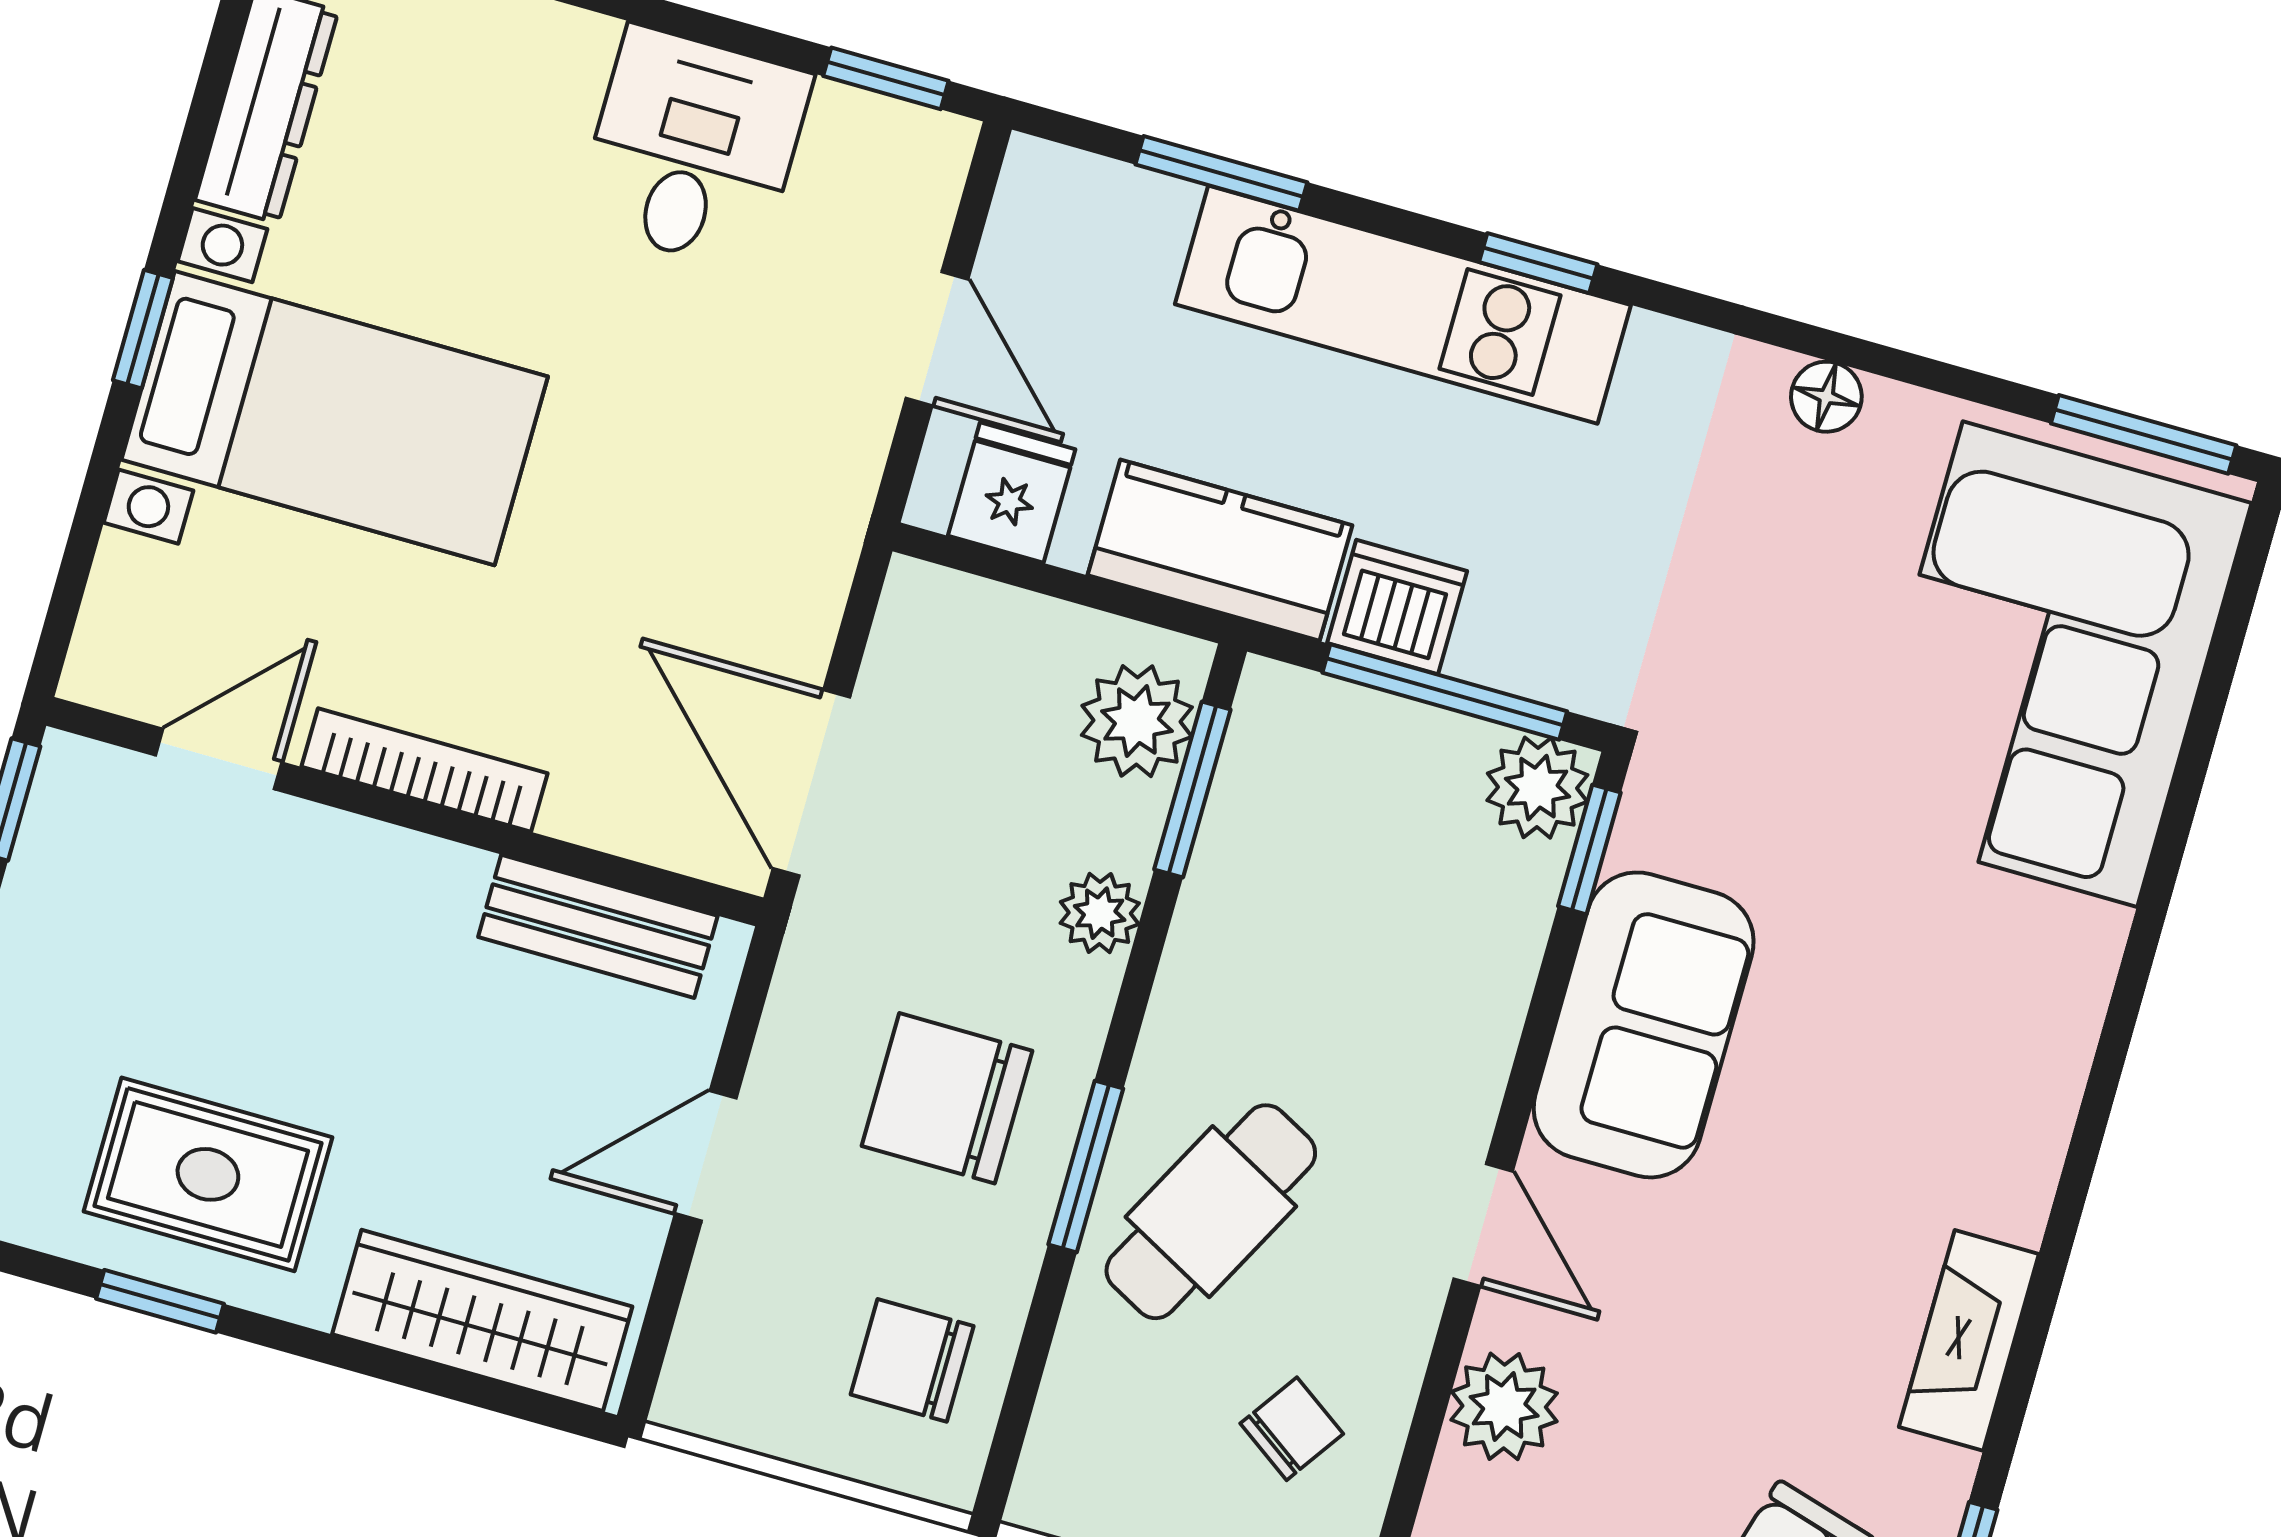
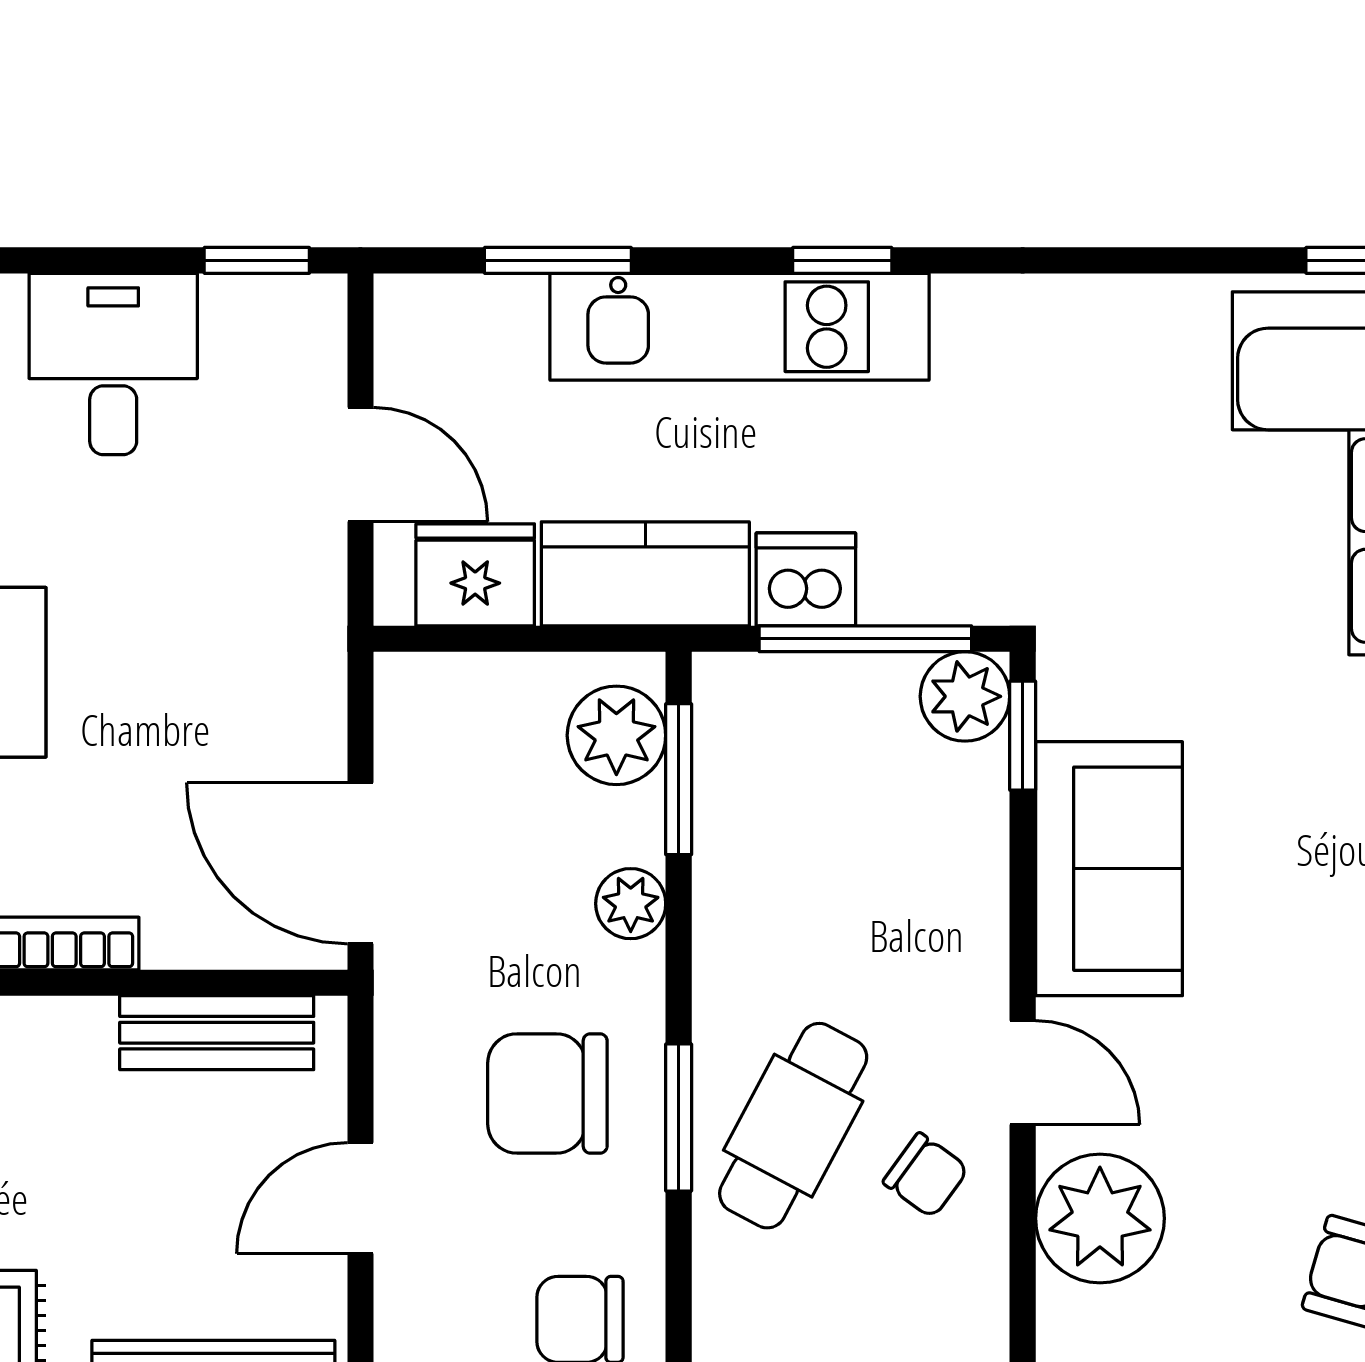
floor lamp: (1826, 397) -> (1113, 304), removed
fridge: (1012, 493) -> (475, 575), width x1.38
plant: (1504, 1406) -> (1100, 1218), width x1.36, depth x1.36
chair: (1292, 1429) -> (926, 1175), moved, turned 91

